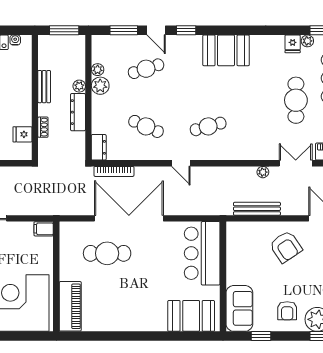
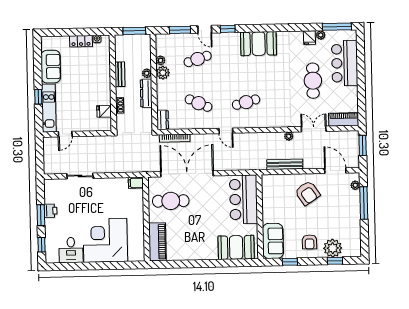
filing cabinet: (44, 229) -> (136, 183), moved
wall: (56, 276) -> (146, 219), moved
piano: (70, 306) -> (157, 242), moved

